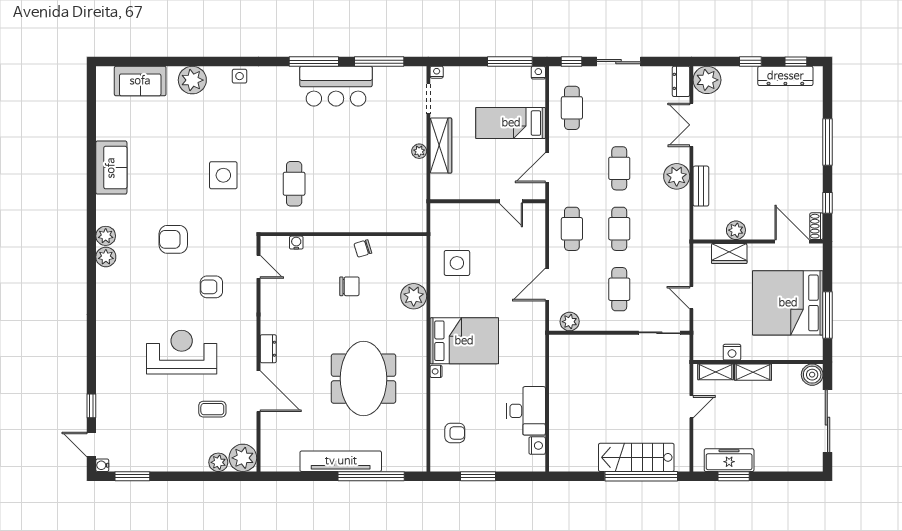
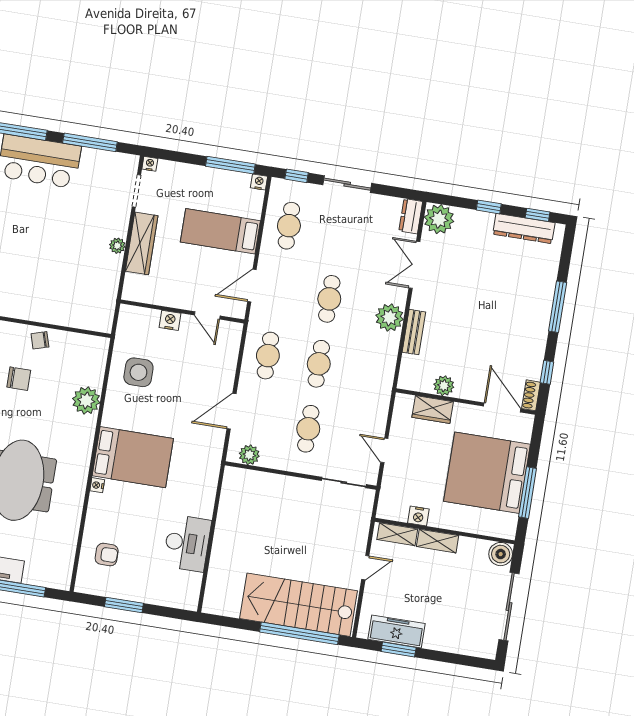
nightstand: (537, 446) -> (170, 320), moved, turned -90
stairs: (636, 457) -> (299, 605), width x1.36, depth x1.51

